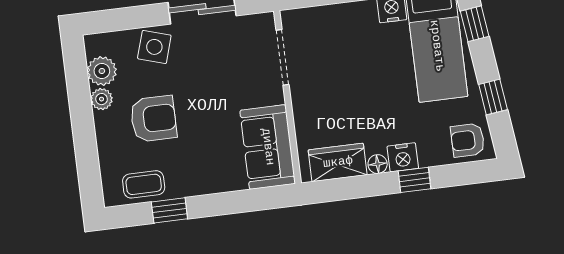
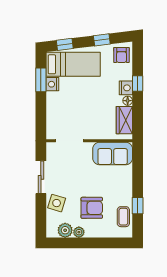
armchair: (153, 119) -> (92, 208), turned 90

